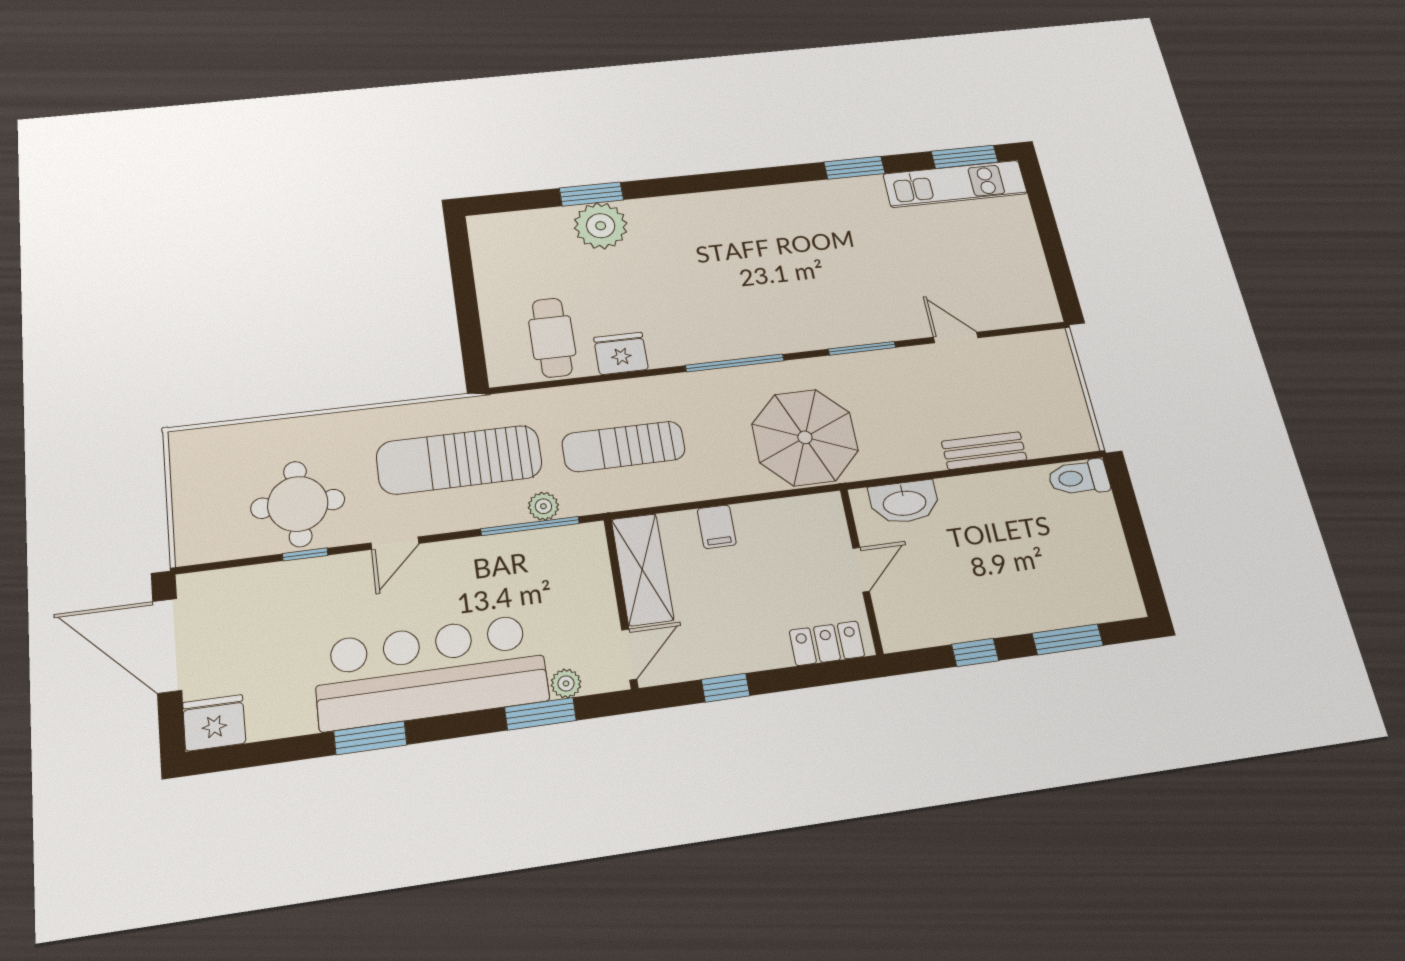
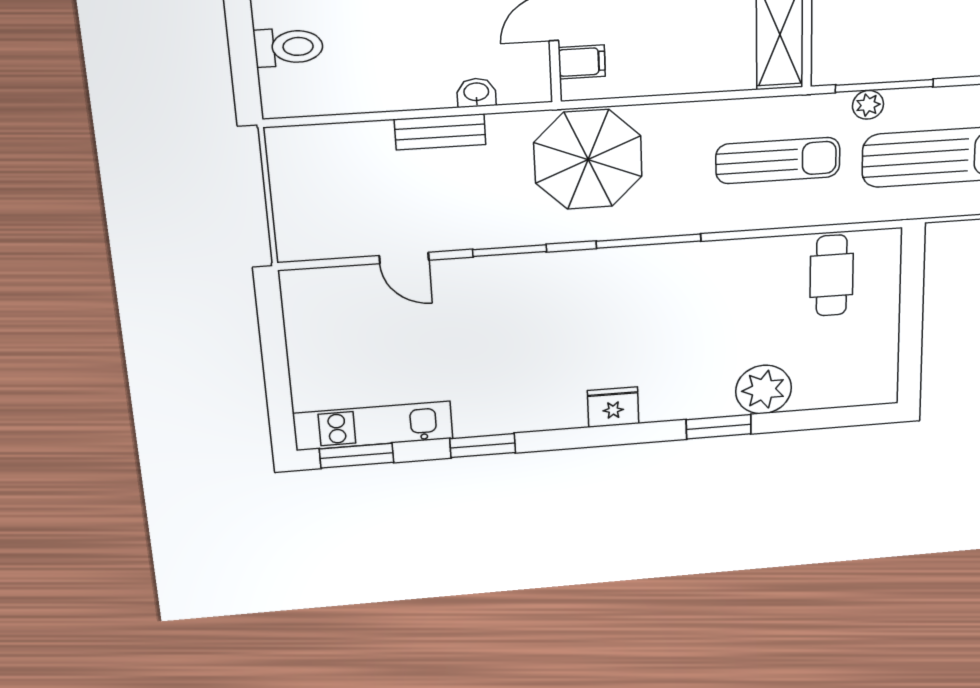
window: (591, 194) -> (719, 427), moved
fridge: (621, 353) -> (613, 407), moved, turned 180
bench: (984, 451) -> (440, 132), moved
toilet: (1079, 478) -> (289, 47), moved
washbasin: (904, 502) -> (476, 93), width x0.52, depth x0.69
filing cabinet: (717, 527) -> (582, 62), moved, turned 90

